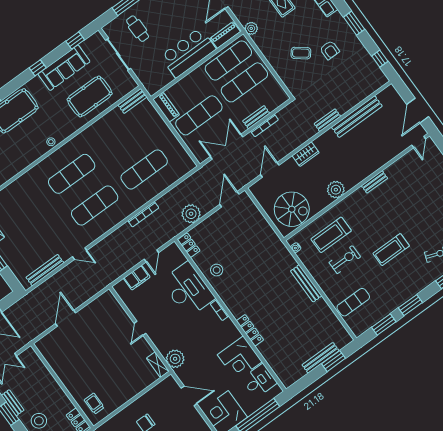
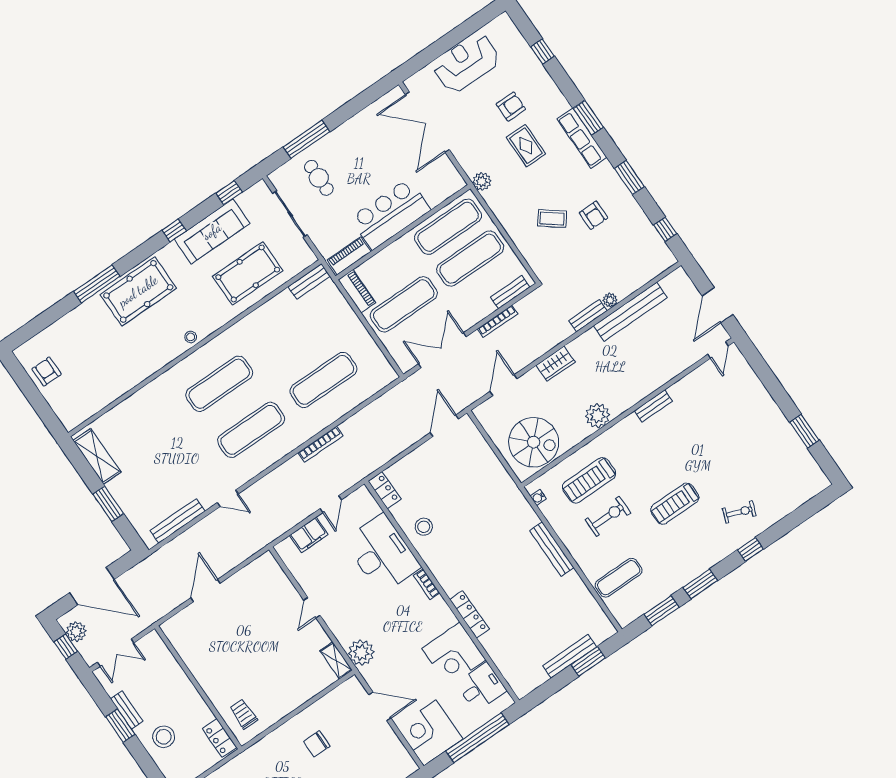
piano: (225, 35) -> (349, 256), moved
bench: (256, 117) -> (510, 292), moved
plant: (191, 214) -> (610, 300), moved, width x0.53, depth x0.53

